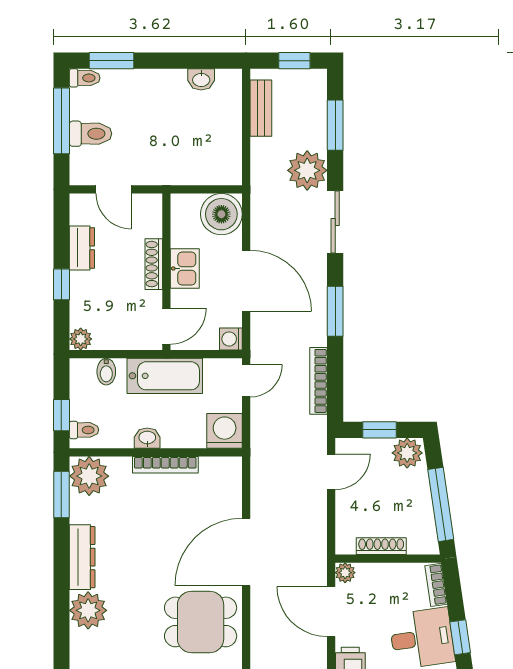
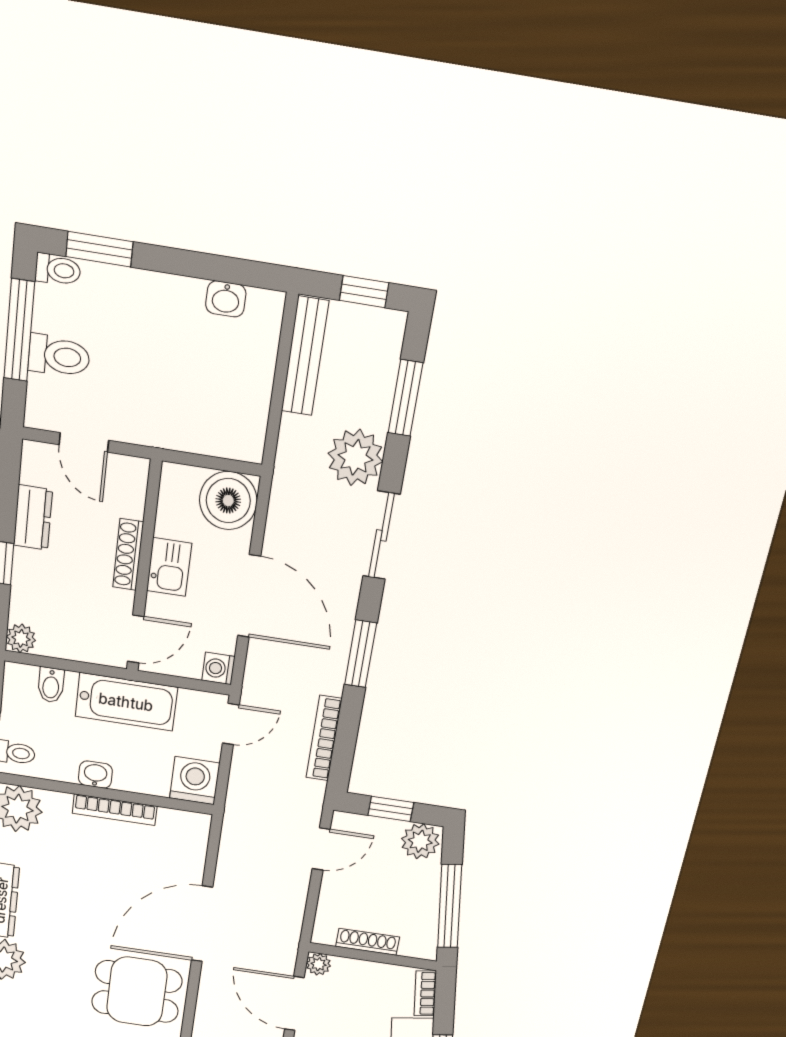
bench: (261, 108) -> (305, 356), width x1.36

